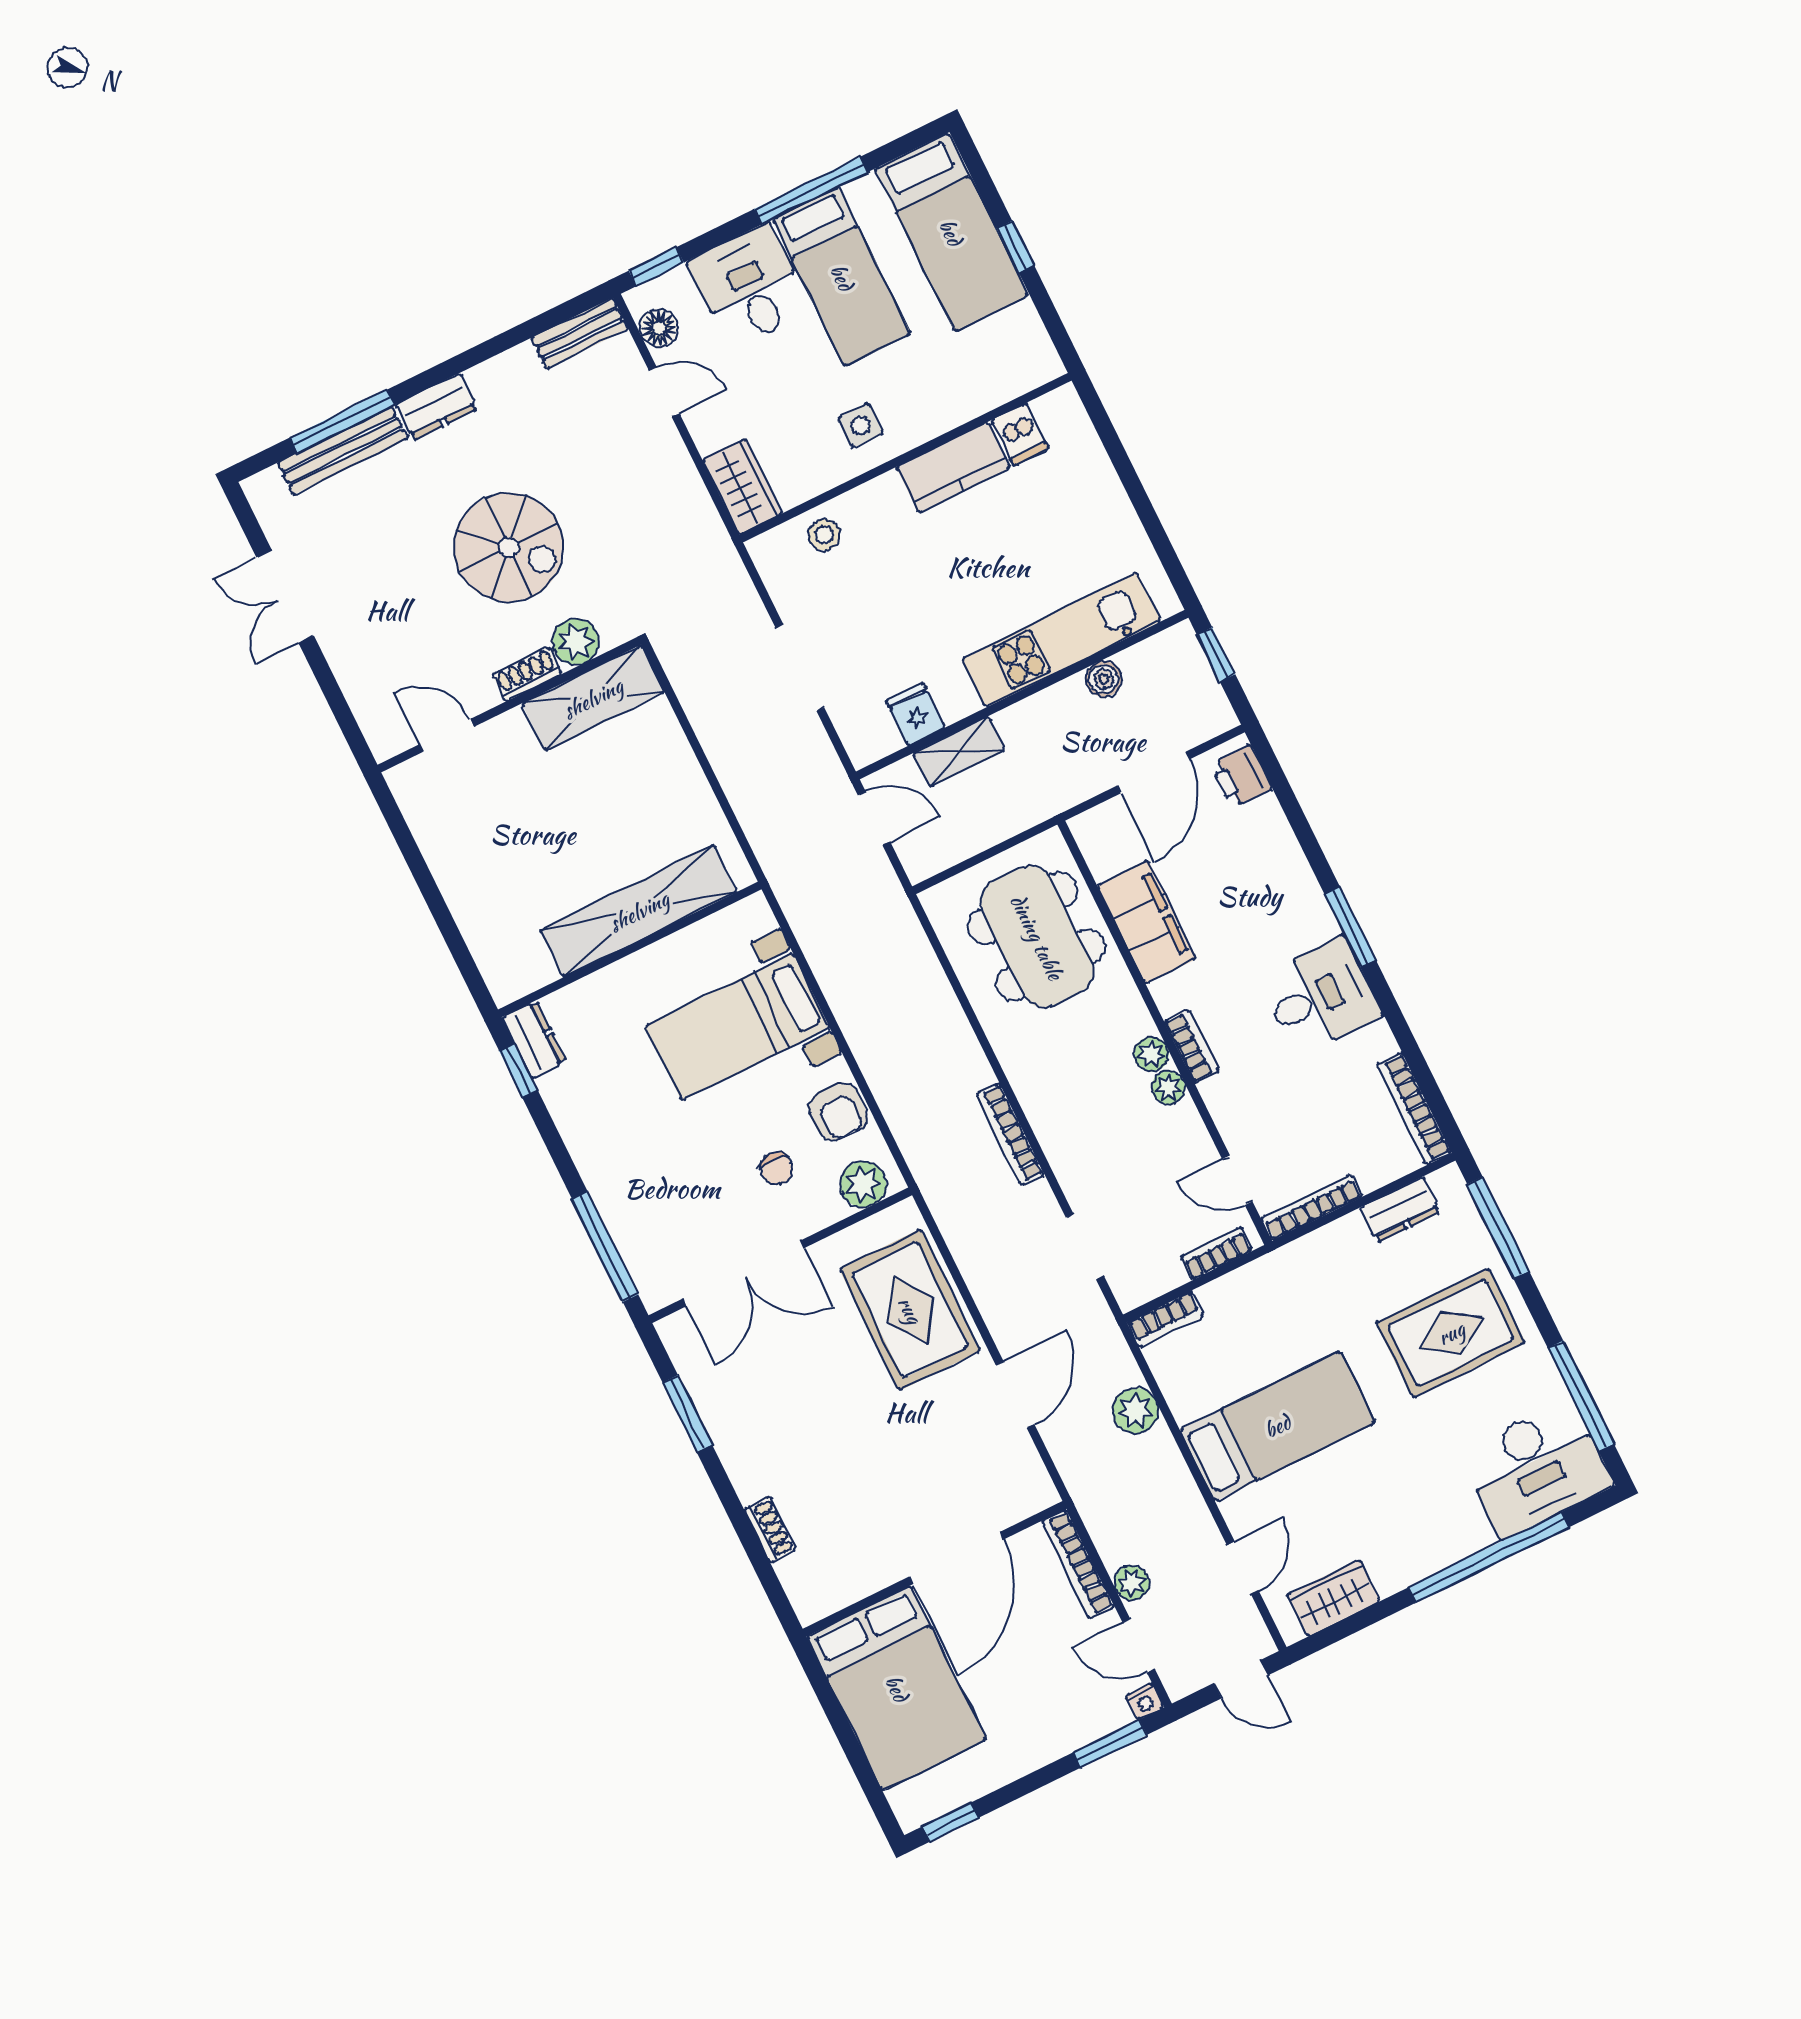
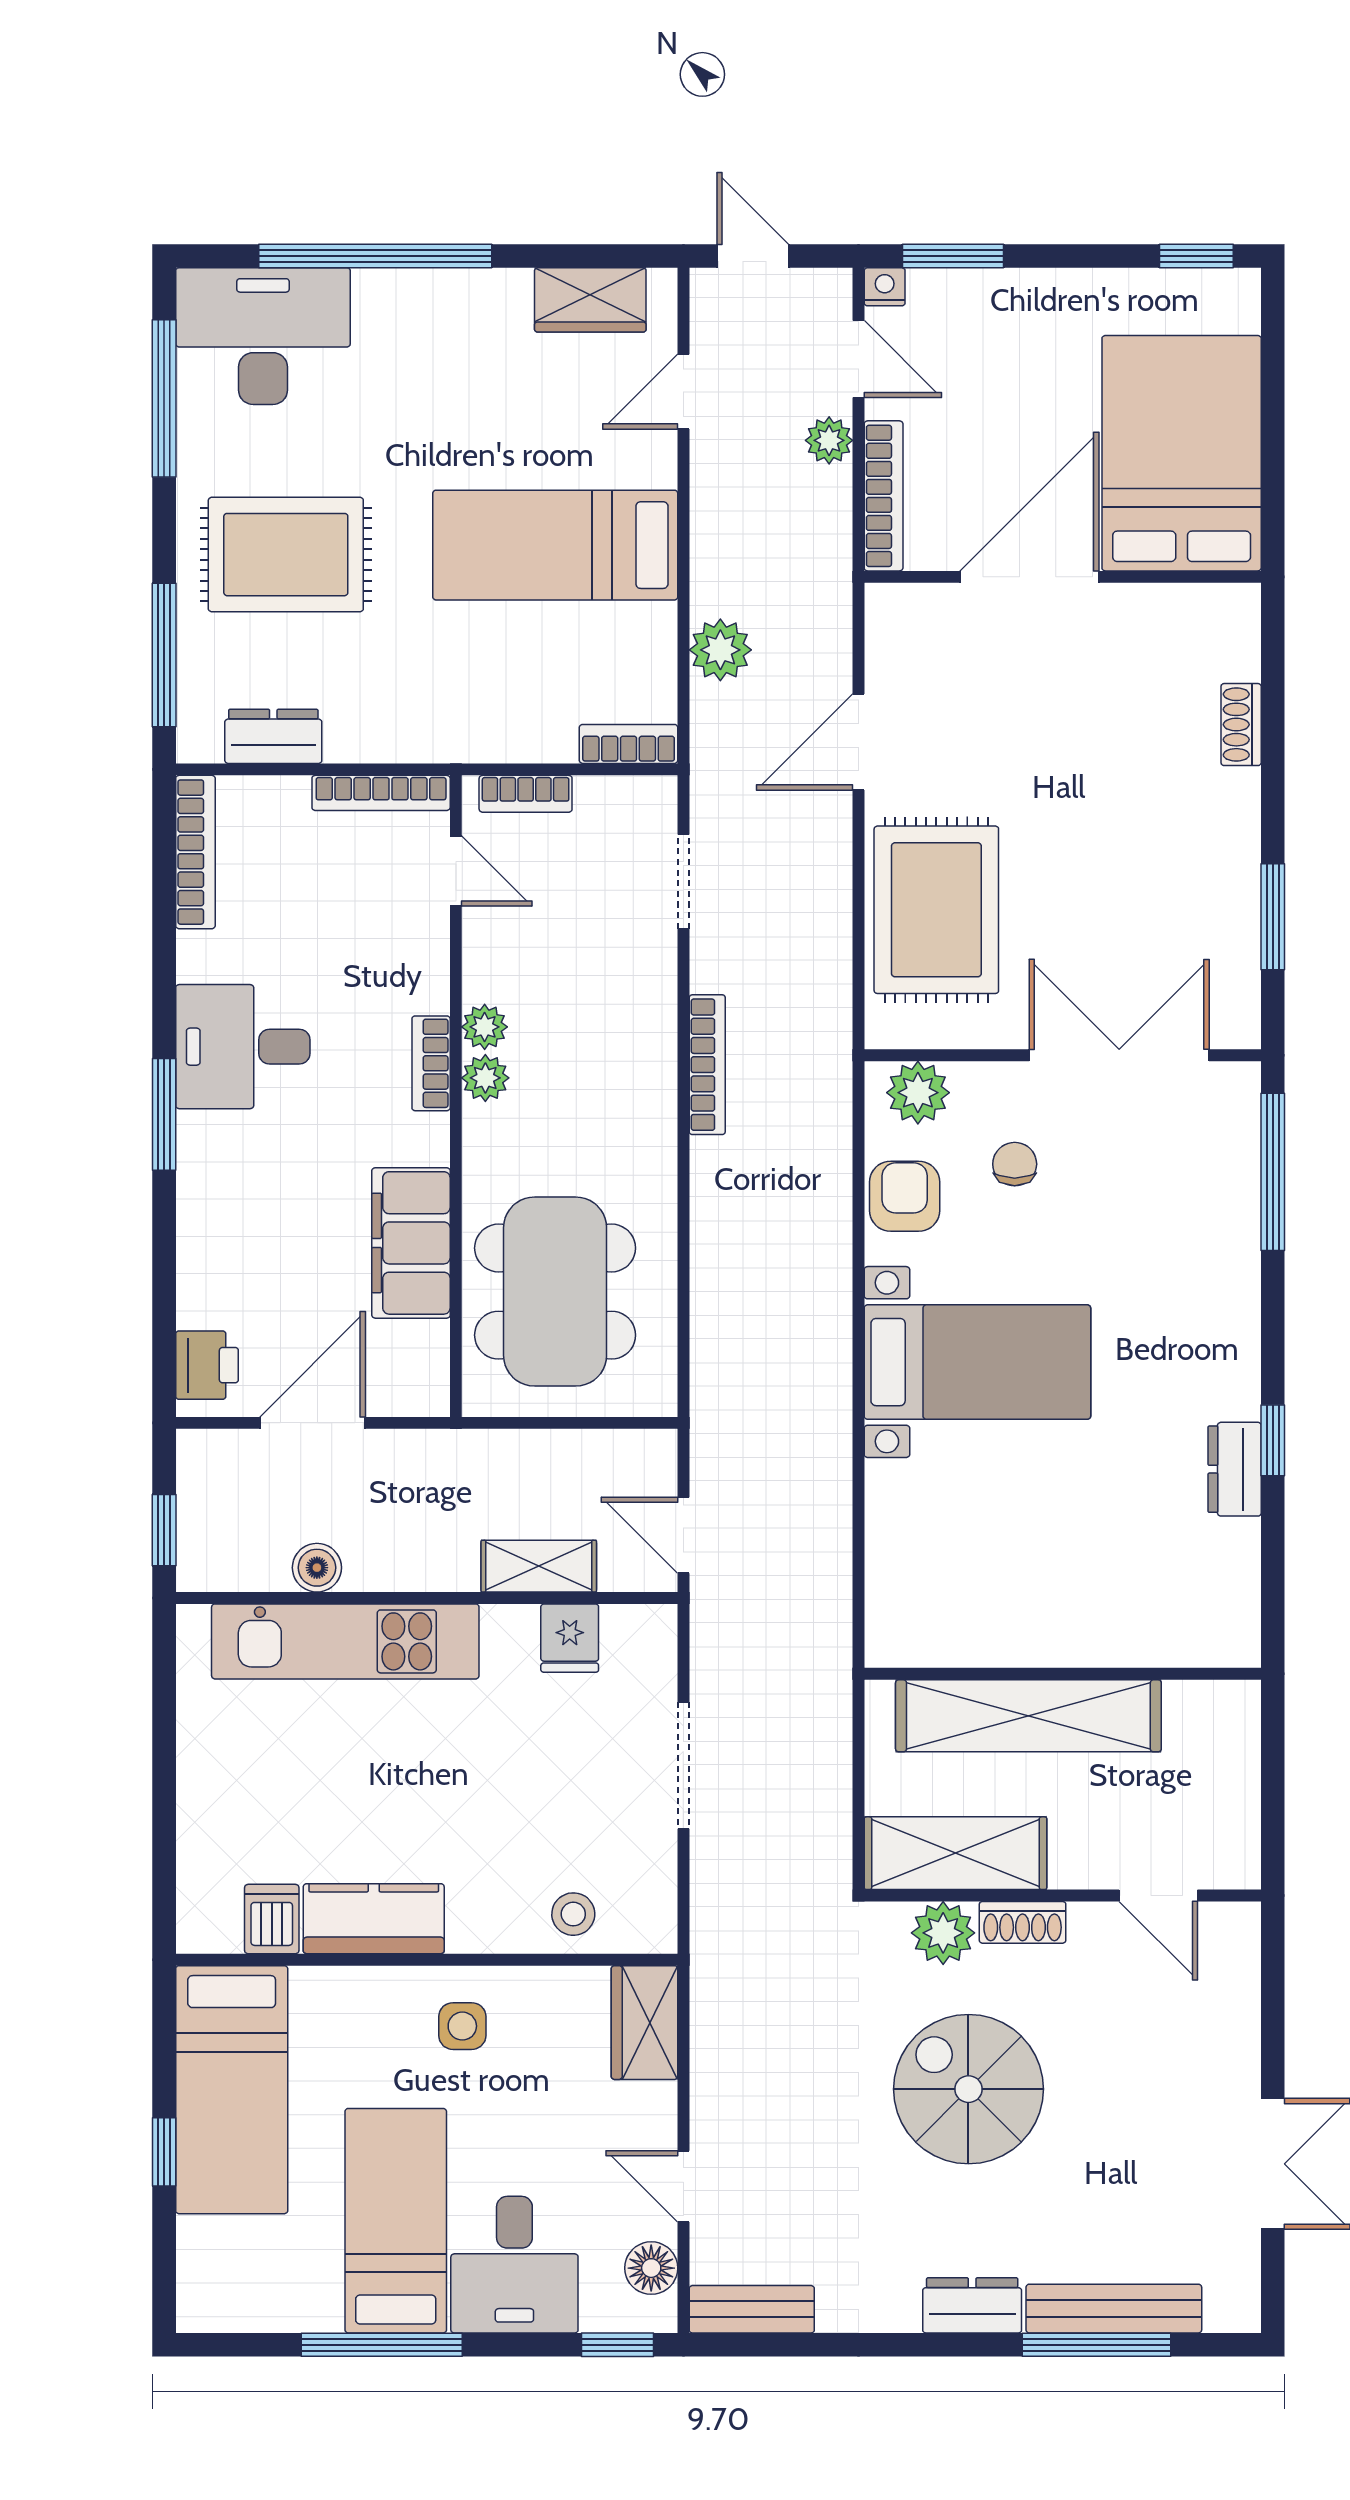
bed: (951, 232) -> (232, 2090), moved, turned 180
shelving: (639, 911) -> (1028, 1716), moved
wall: (630, 949) -> (1063, 1674), moved

